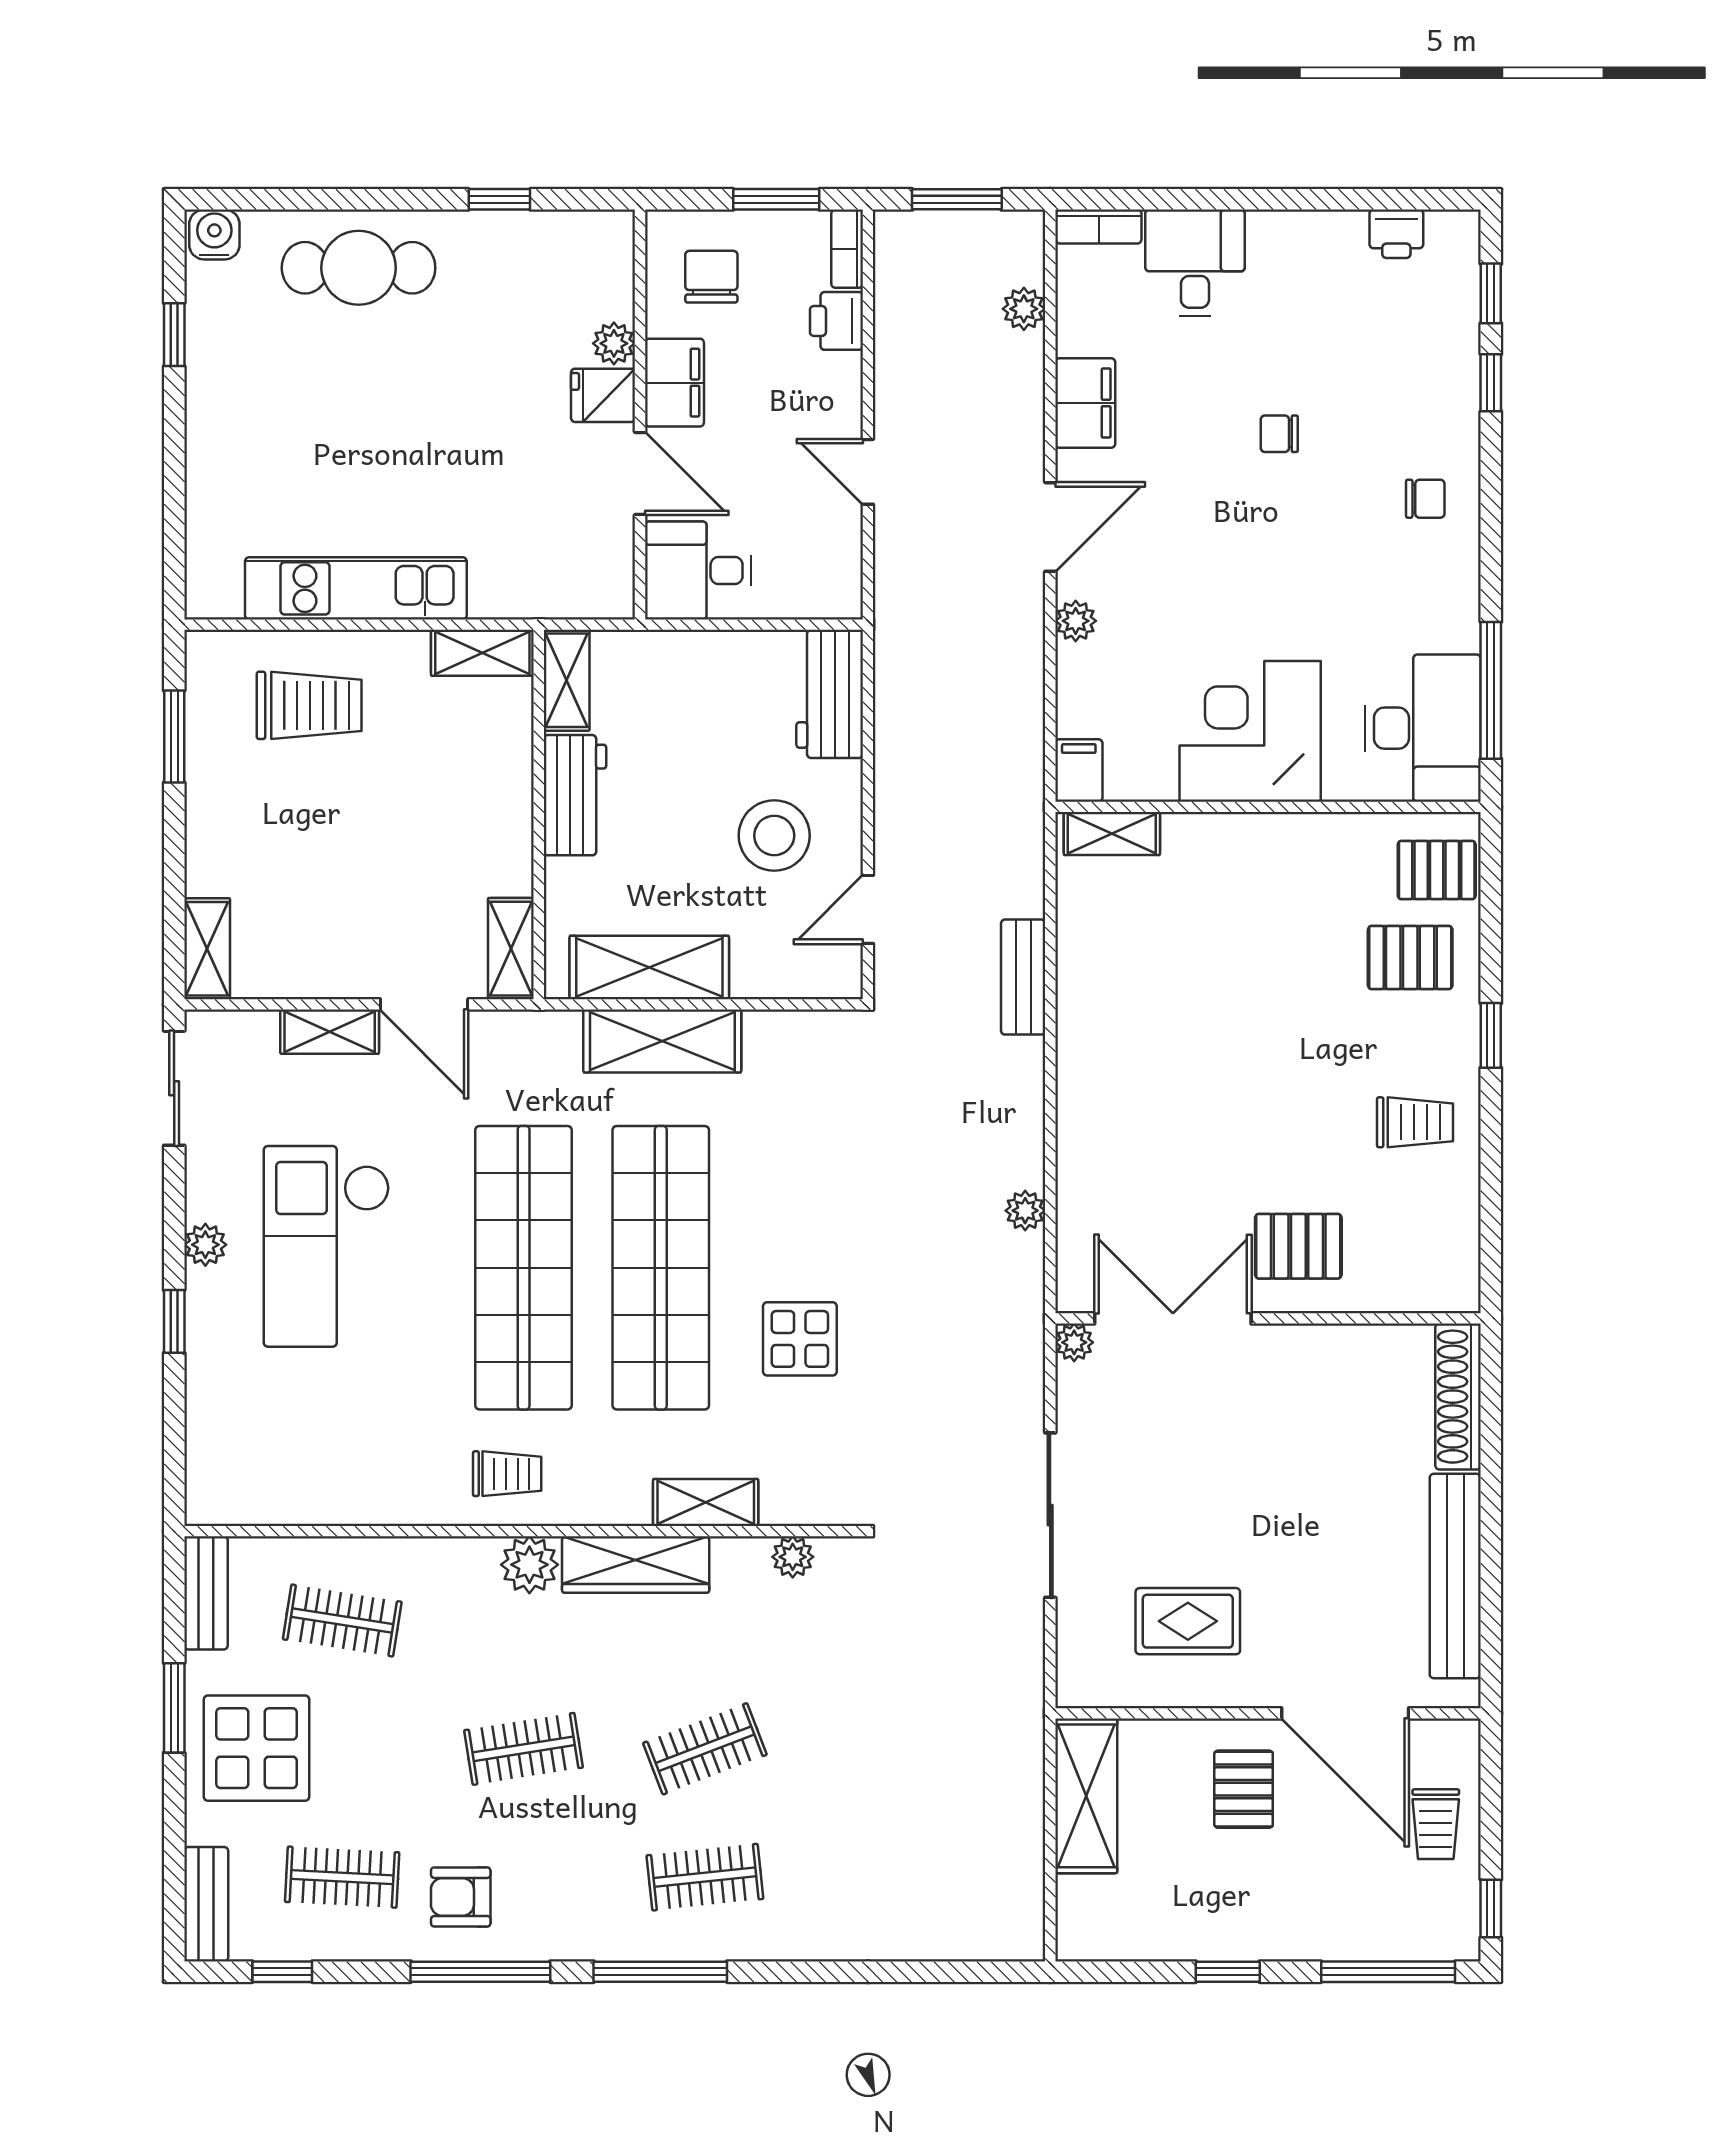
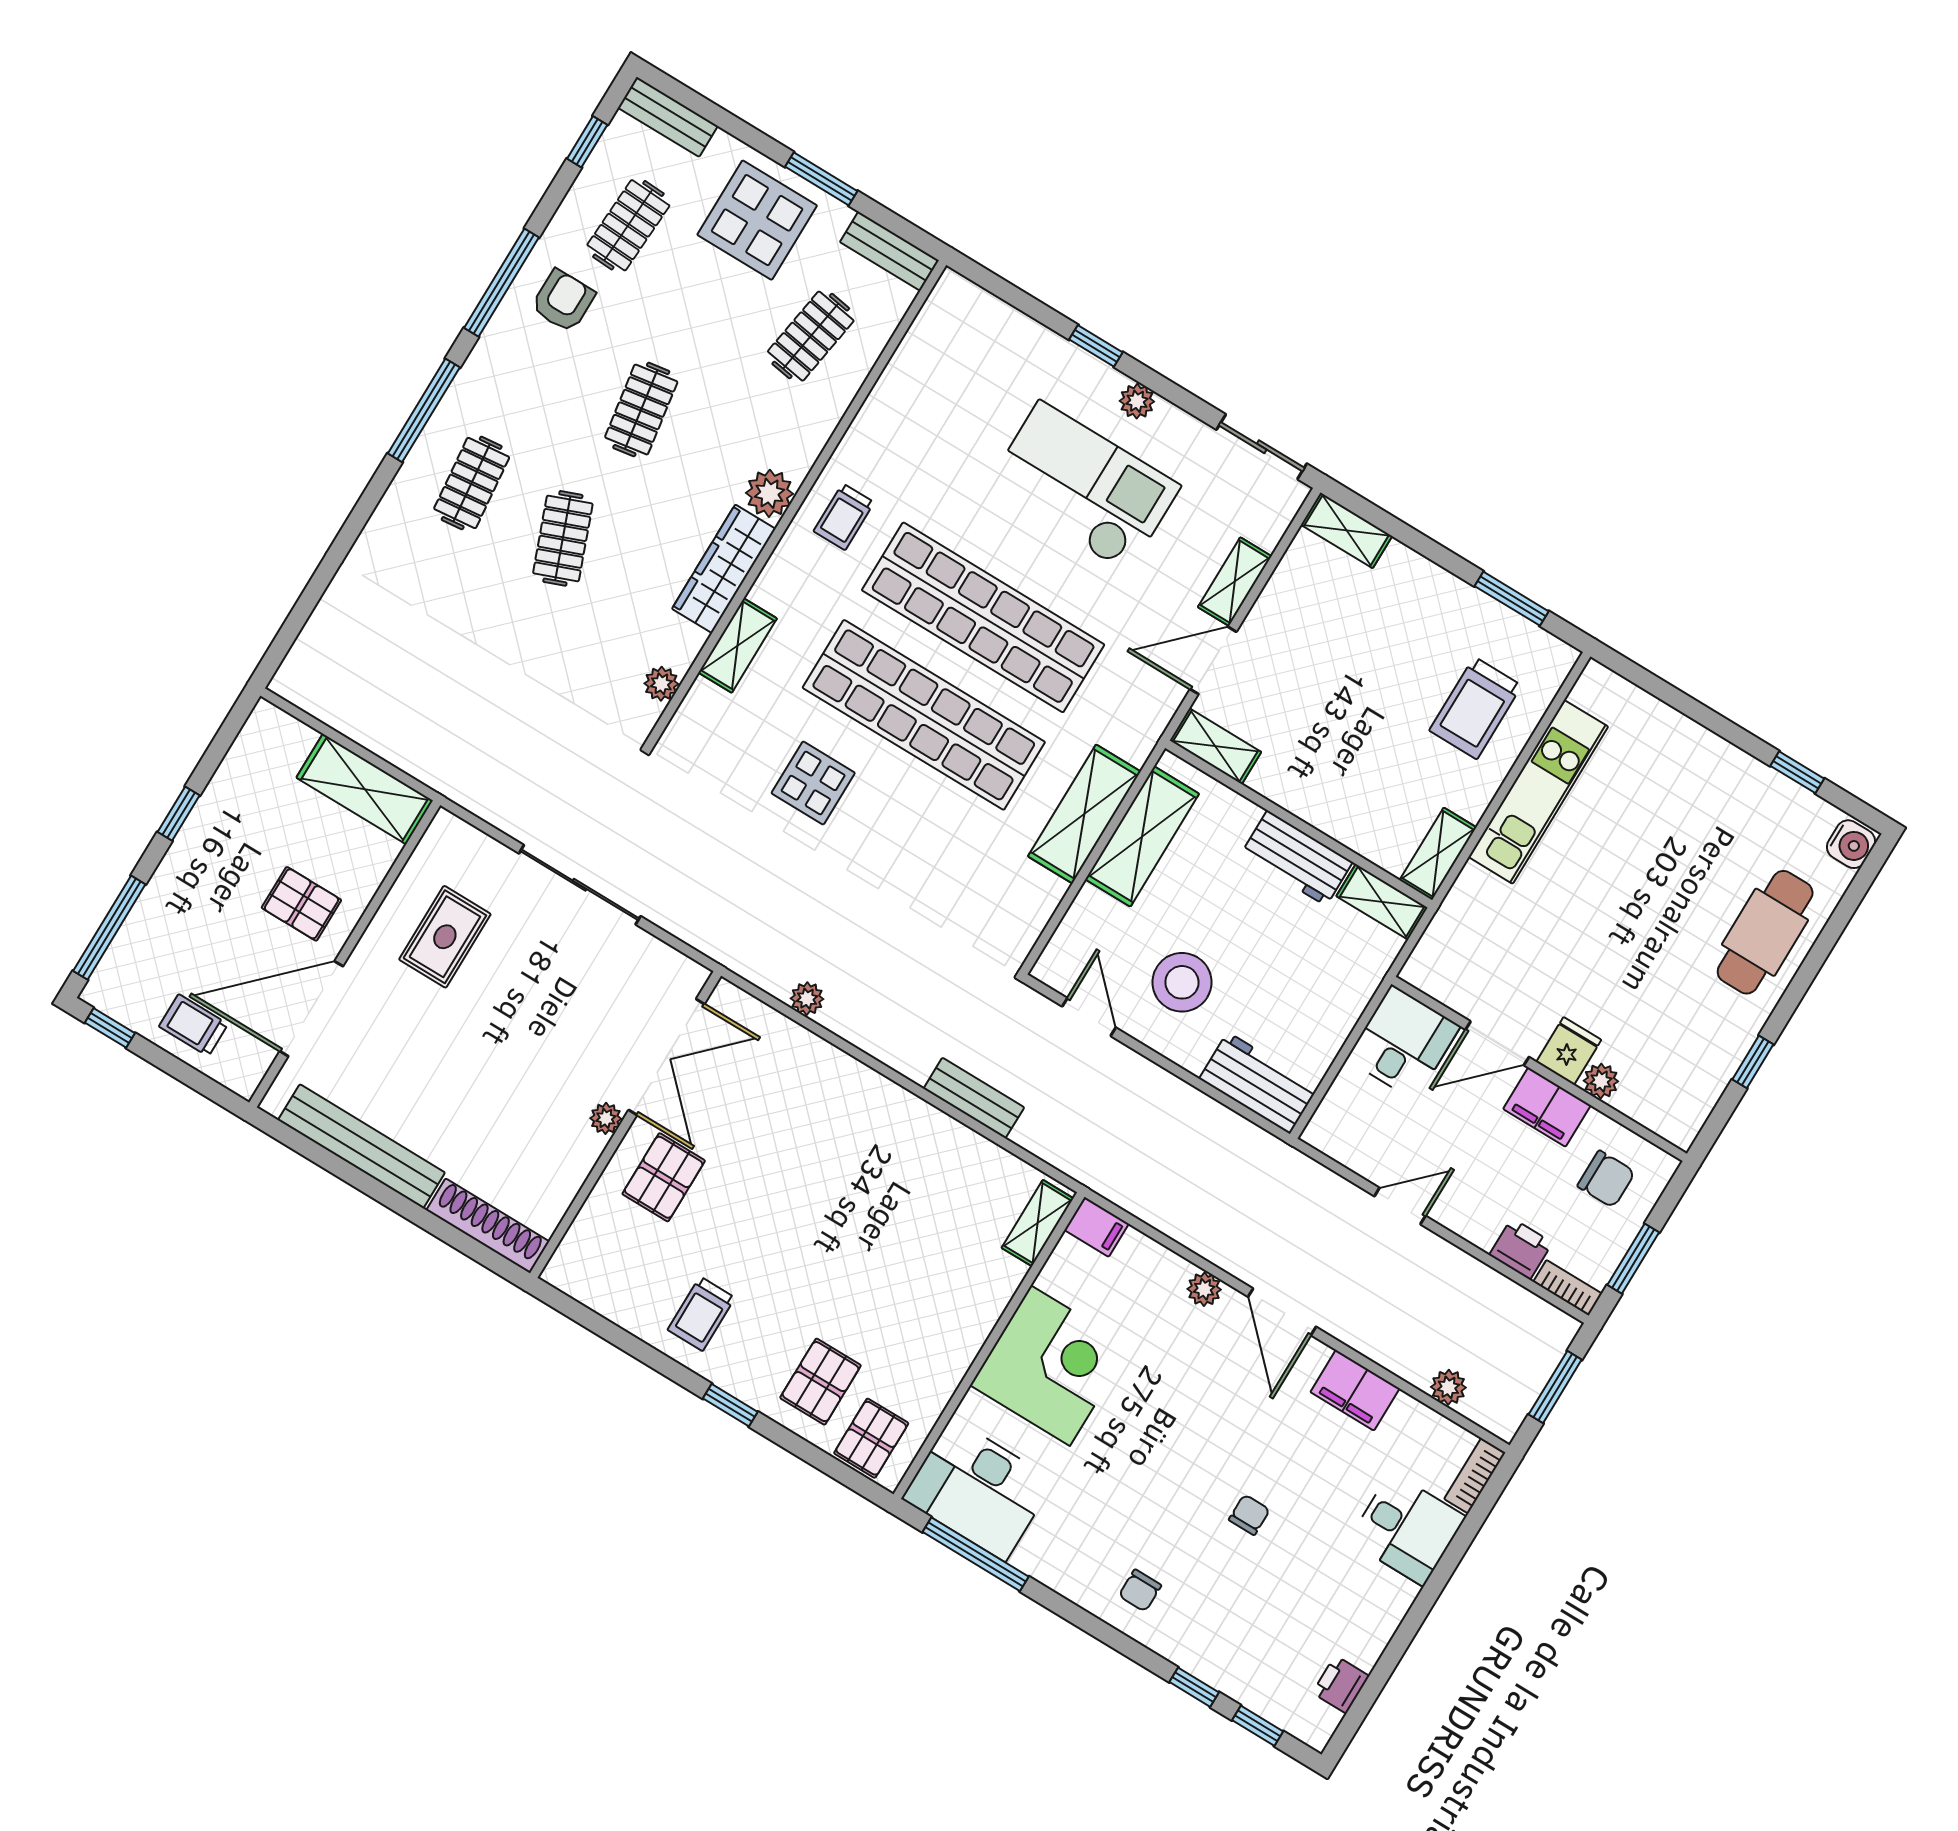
plant: (1074, 1342) -> (606, 1118), moved

